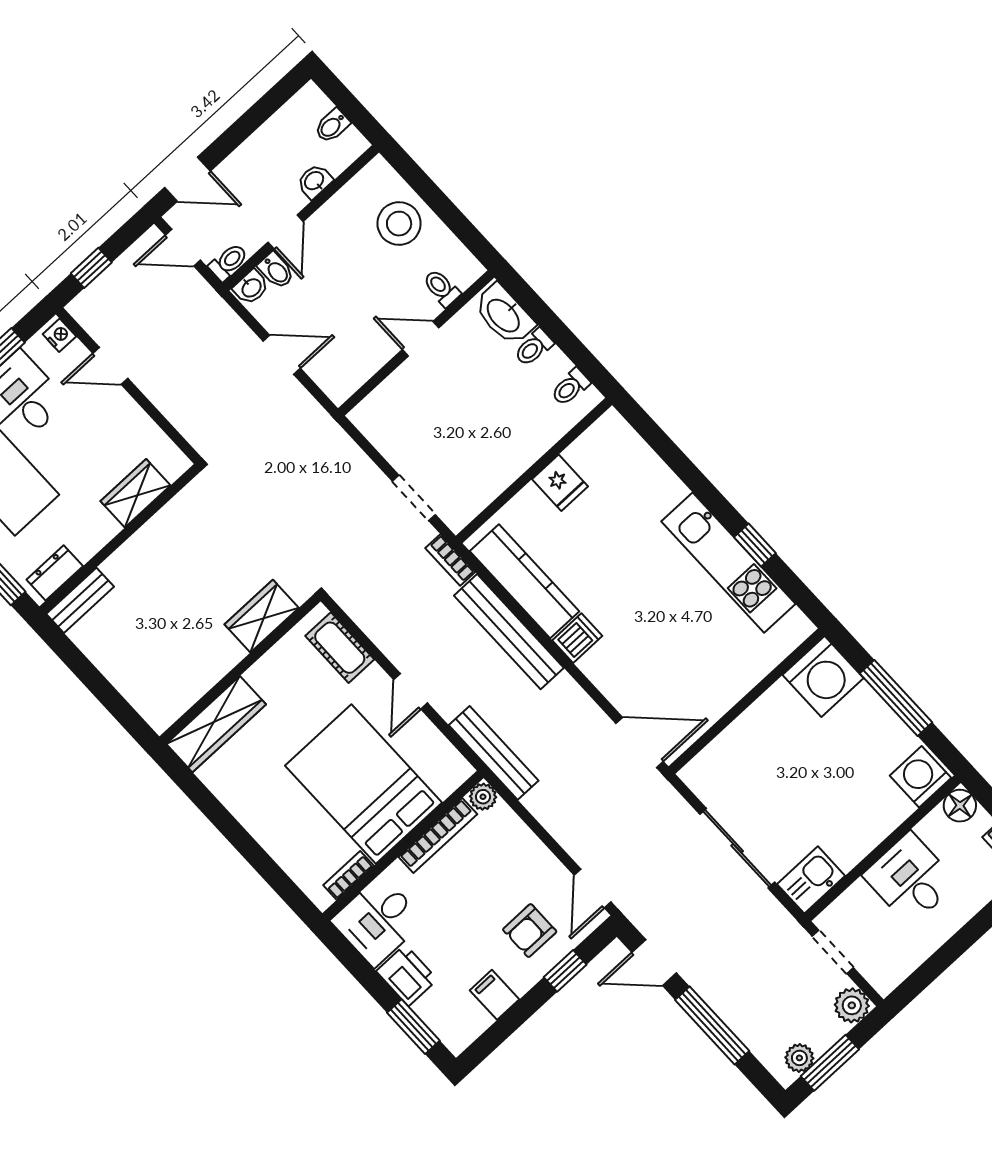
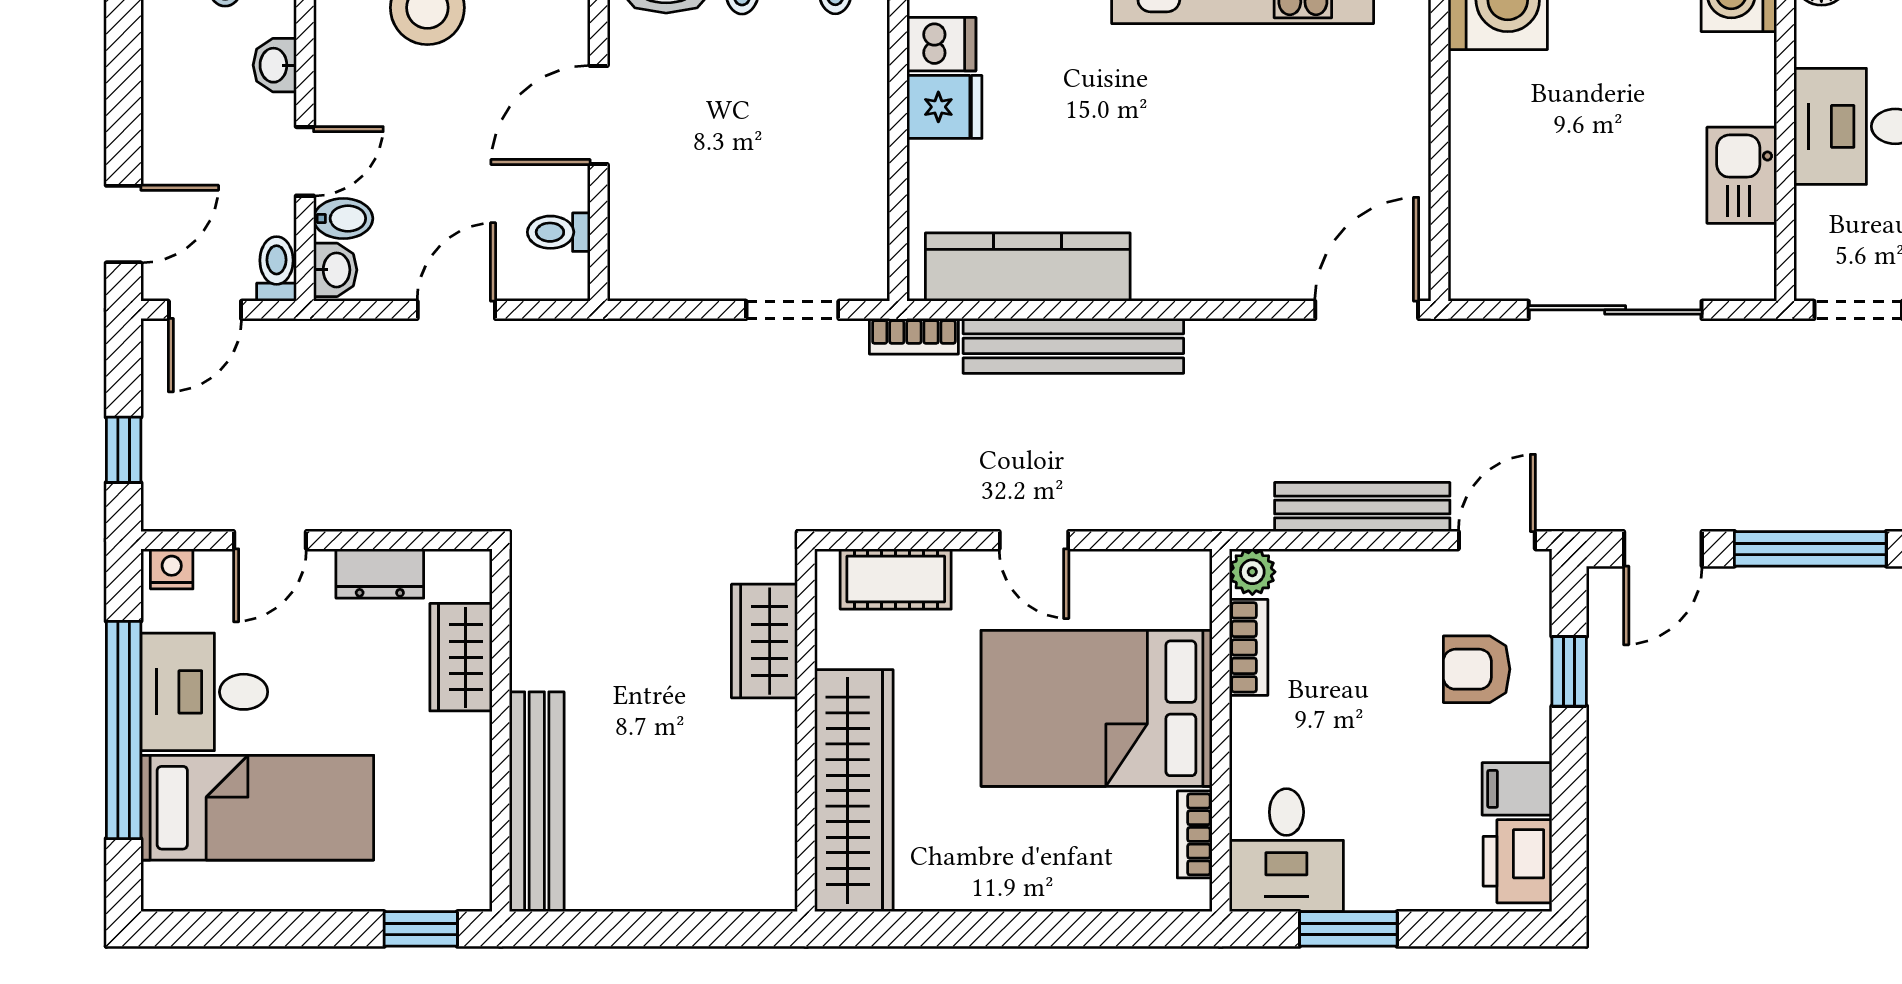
door: (285, 232) -> (305, 161), hinge flipped
toilet: (441, 288) -> (559, 232), moved
door: (421, 339) -> (599, 115), width x1.38
dresser: (55, 573) -> (380, 574), moved, turned -90
bench: (80, 600) -> (537, 802), width x1.86, depth x1.21
dishwasher: (577, 638) -> (941, 44), moved, turned 90
wardrobe: (216, 724) -> (854, 791), width x1.40, depth x1.17
bench: (494, 753) -> (1362, 507), moved
bookcase: (438, 835) -> (1249, 647), width x0.64
kitchen sink: (811, 880) -> (1742, 175), moved
door: (593, 888) -> (1497, 540), swing flipped
armchair: (530, 931) -> (1477, 669), turned 90
printer: (407, 975) -> (1518, 861), moved, turned -90
window: (413, 1027) -> (1348, 929), moved

